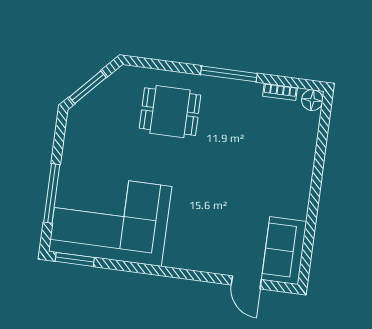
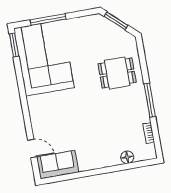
floor lamp: (312, 100) -> (127, 157), moved
dining table: (170, 112) -> (117, 73), turned 90
door: (246, 282) -> (32, 148), swing flipped

